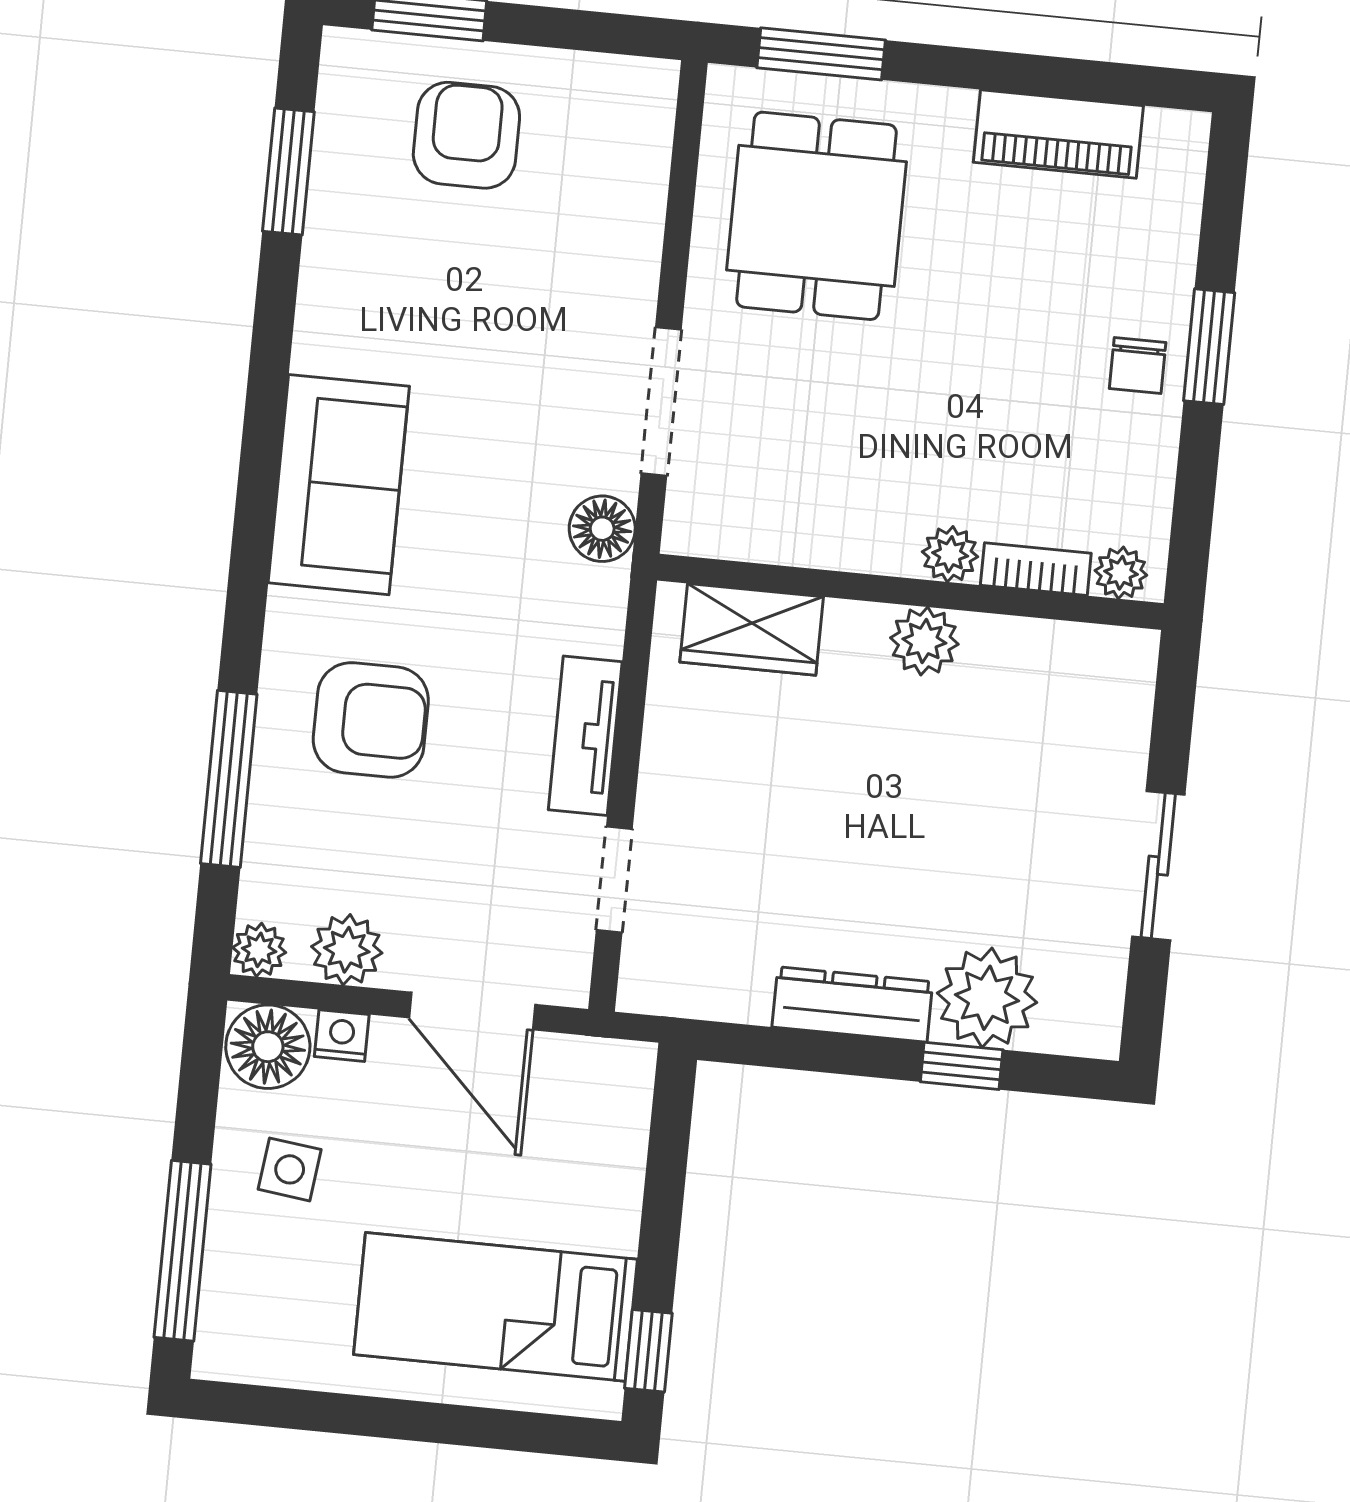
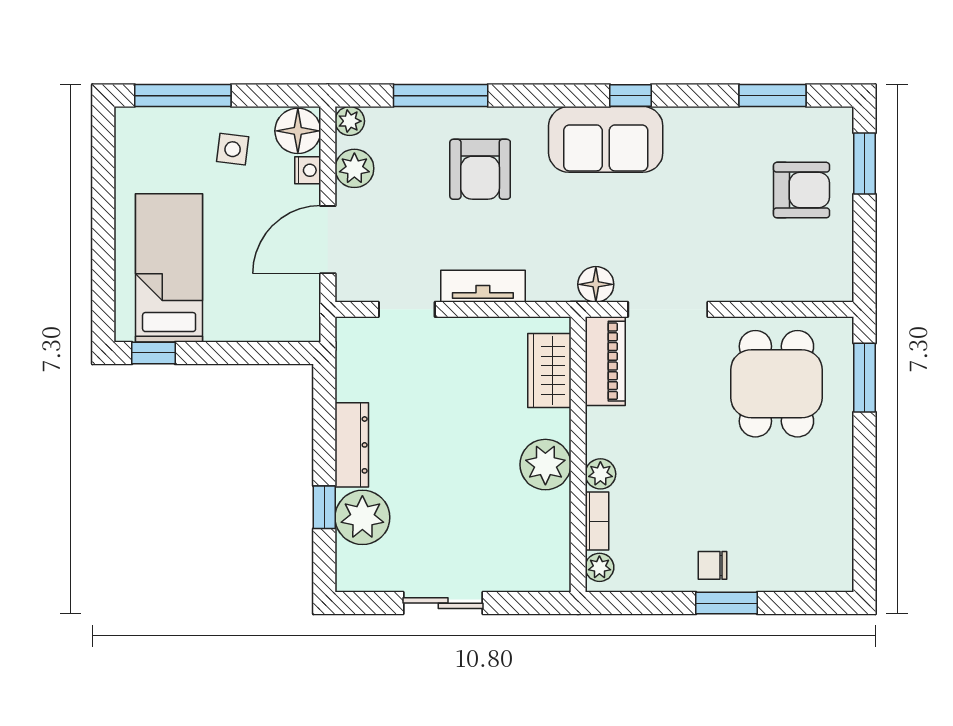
piano: (1058, 134) -> (605, 361), moved, turned 180
dining table: (816, 216) -> (776, 384), turned 90
window: (263, 431) -> (631, 96), added
plant: (924, 641) -> (545, 465), width x1.36, depth x1.36

